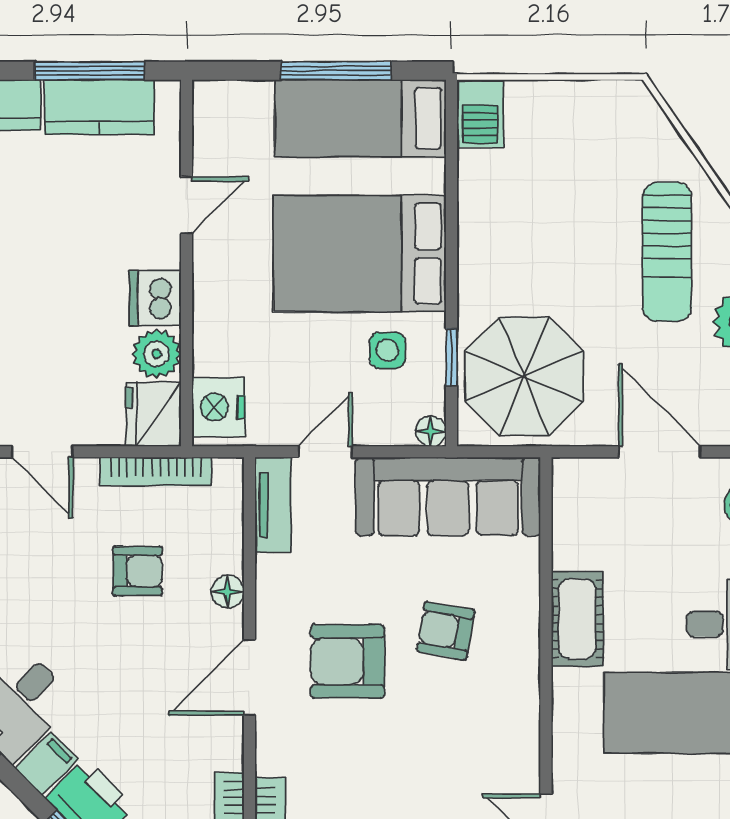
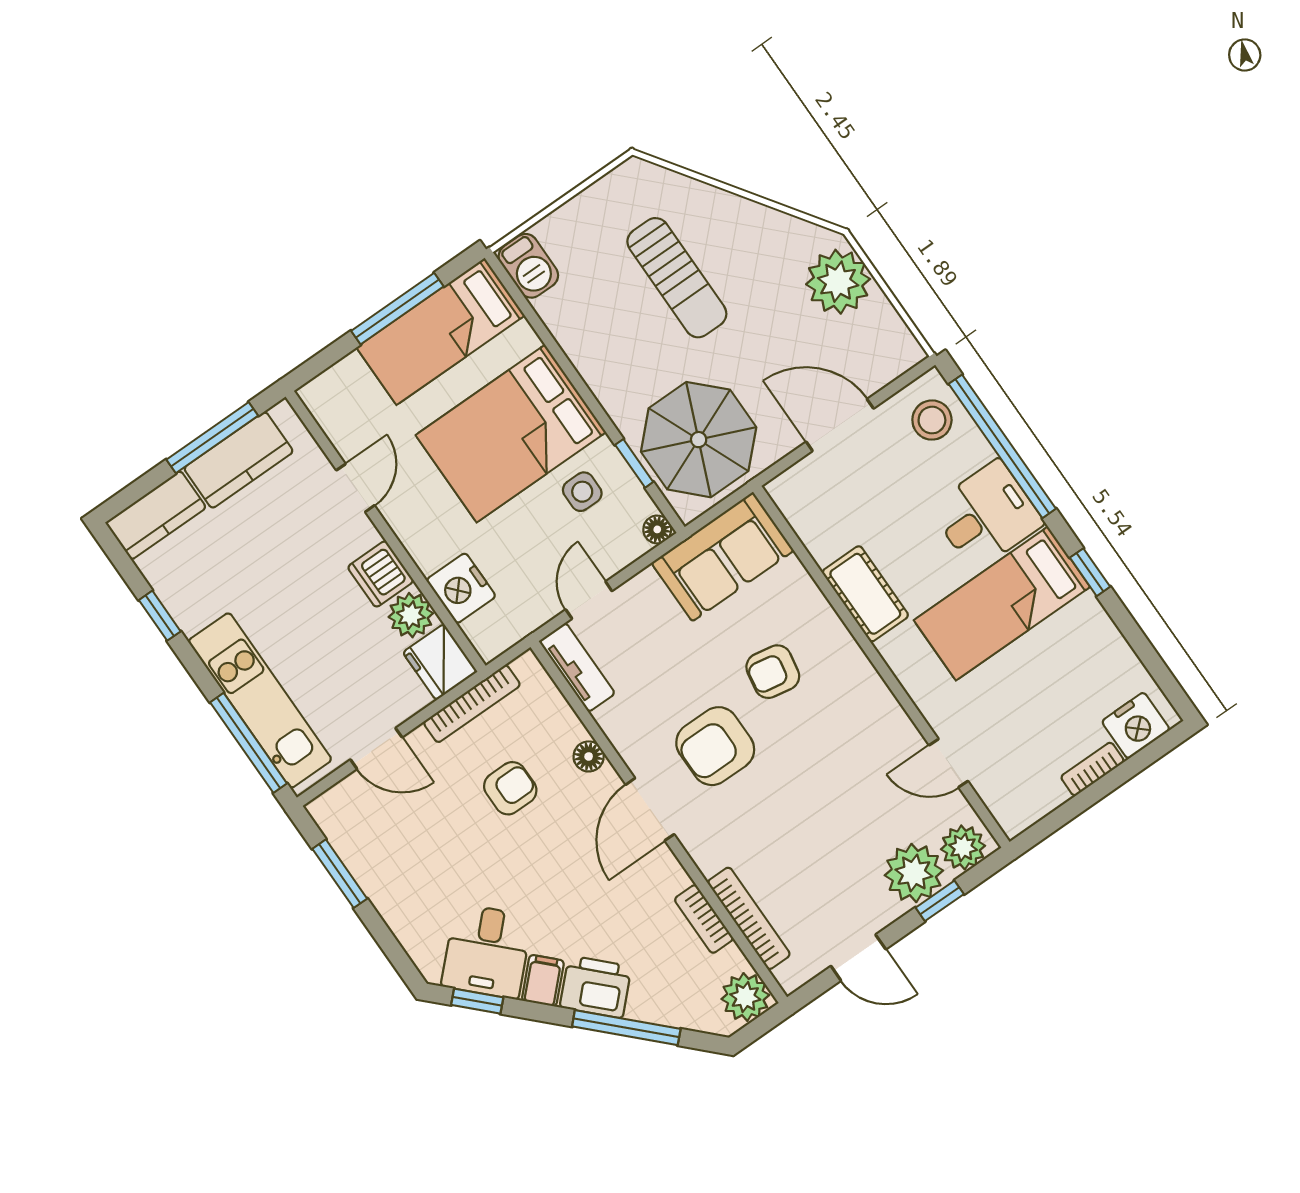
sun lounger: (667, 252) -> (677, 278), moved
nightstand: (218, 407) -> (461, 588), moved
sofa: (448, 496) -> (723, 557), width x0.73

